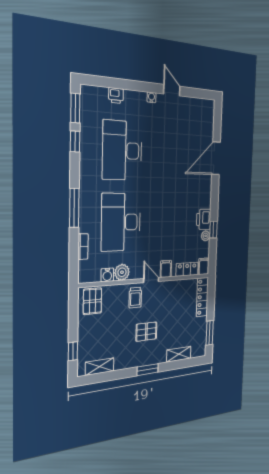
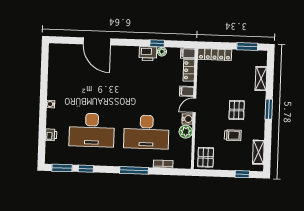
door: (172, 90) -> (44, 85), removed
water cooler: (107, 275) -> (187, 119), moved
trolley: (135, 298) -> (233, 135), moved
pallet: (92, 301) -> (206, 157), turned 90

